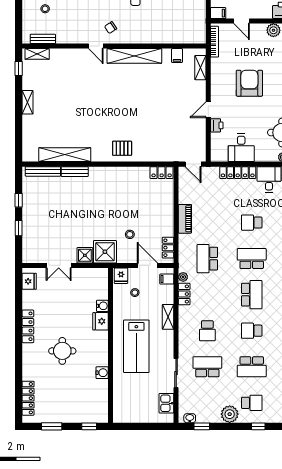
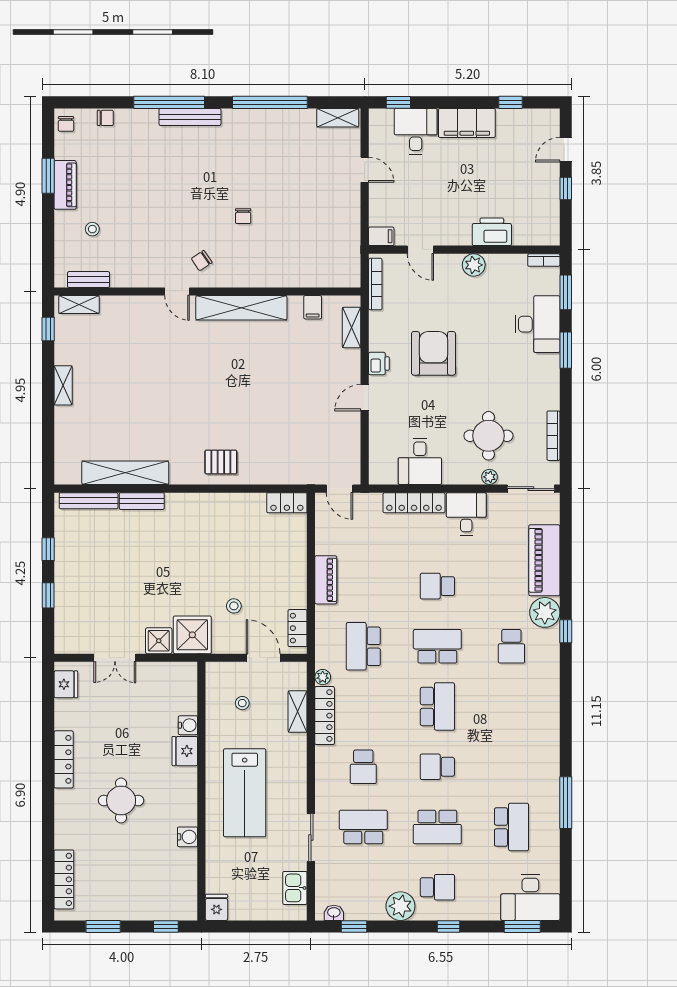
printer: (217, 125) -> (379, 364), moved
fridge: (121, 276) -> (216, 907), moved, turned 180
filing cabinet: (167, 279) -> (296, 681), removed
locker: (184, 294) -> (325, 716), width x1.53
shelving: (168, 317) -> (298, 712), moved

